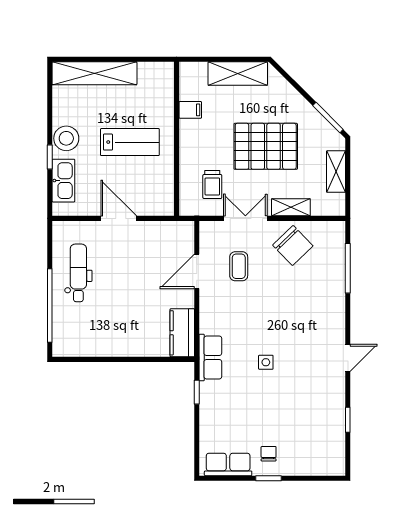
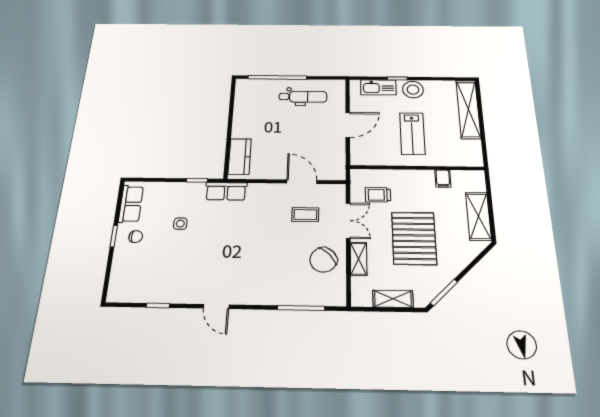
kitchen counter: (182, 333) -> (240, 156), moved, turned 90
side table: (266, 362) -> (180, 224), moved

